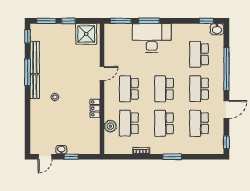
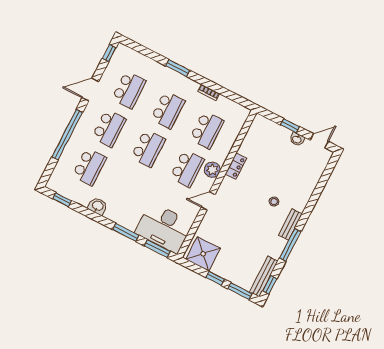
washbasin: (217, 29) -> (98, 206), moved
desk: (152, 38) -> (164, 228), moved
bench: (35, 57) -> (264, 277), moved
plant: (110, 126) -> (212, 170), moved

